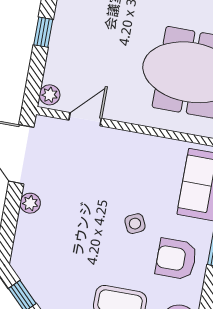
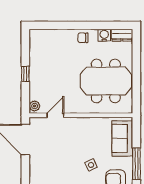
plant: (30, 203) -> (35, 164), removed

